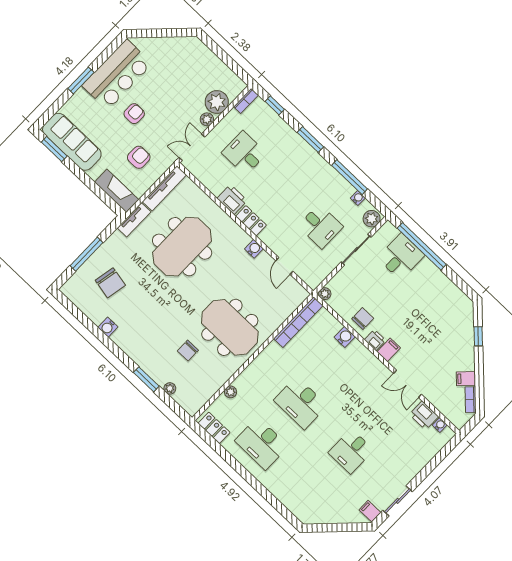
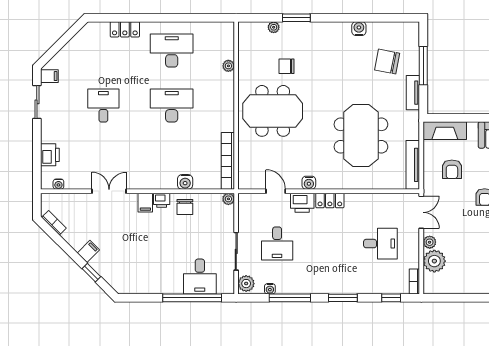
printer: (232, 199) -> (302, 203), moved
tv unit: (134, 220) -> (413, 93), moved
desk: (320, 226) -> (277, 244), turned -90
chair: (188, 351) -> (287, 66), turned -90
filing cabinet: (466, 379) -> (88, 251), moved
printer: (424, 415) -> (50, 155), moved, turned 90
locker: (214, 428) -> (125, 29), moved

